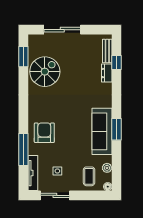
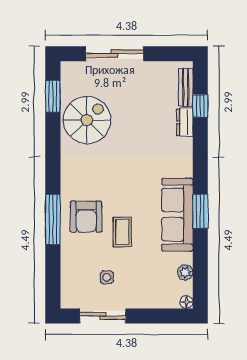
armchair: (44, 133) -> (86, 217), turned 180
window: (23, 149) -> (53, 219), moved
tv unit: (33, 173) -> (68, 281), removed
coffee table: (89, 176) -> (122, 232), moved

